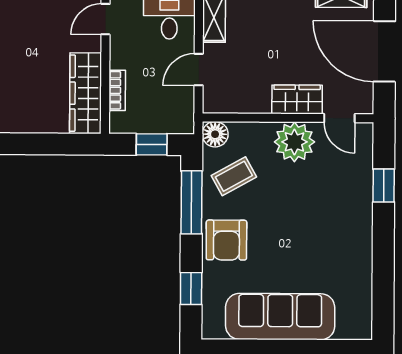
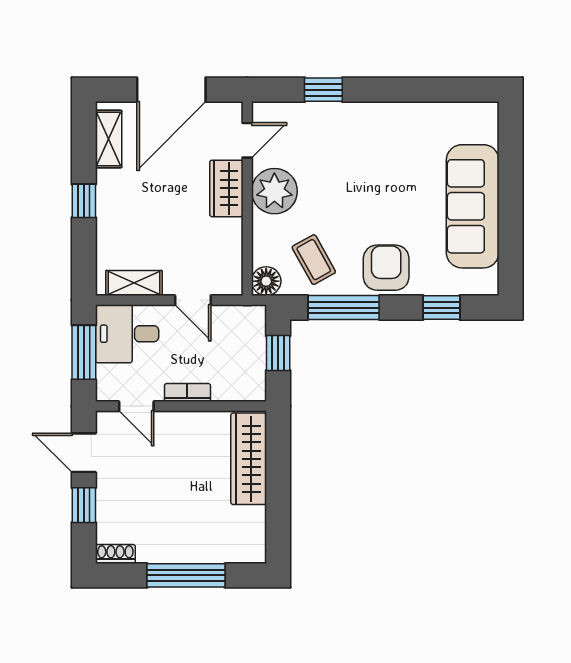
bookcase: (117, 90) -> (187, 393), moved
wardrobe: (86, 93) -> (249, 459), moved, turned 90
armchair: (226, 240) -> (386, 268), turned -90

